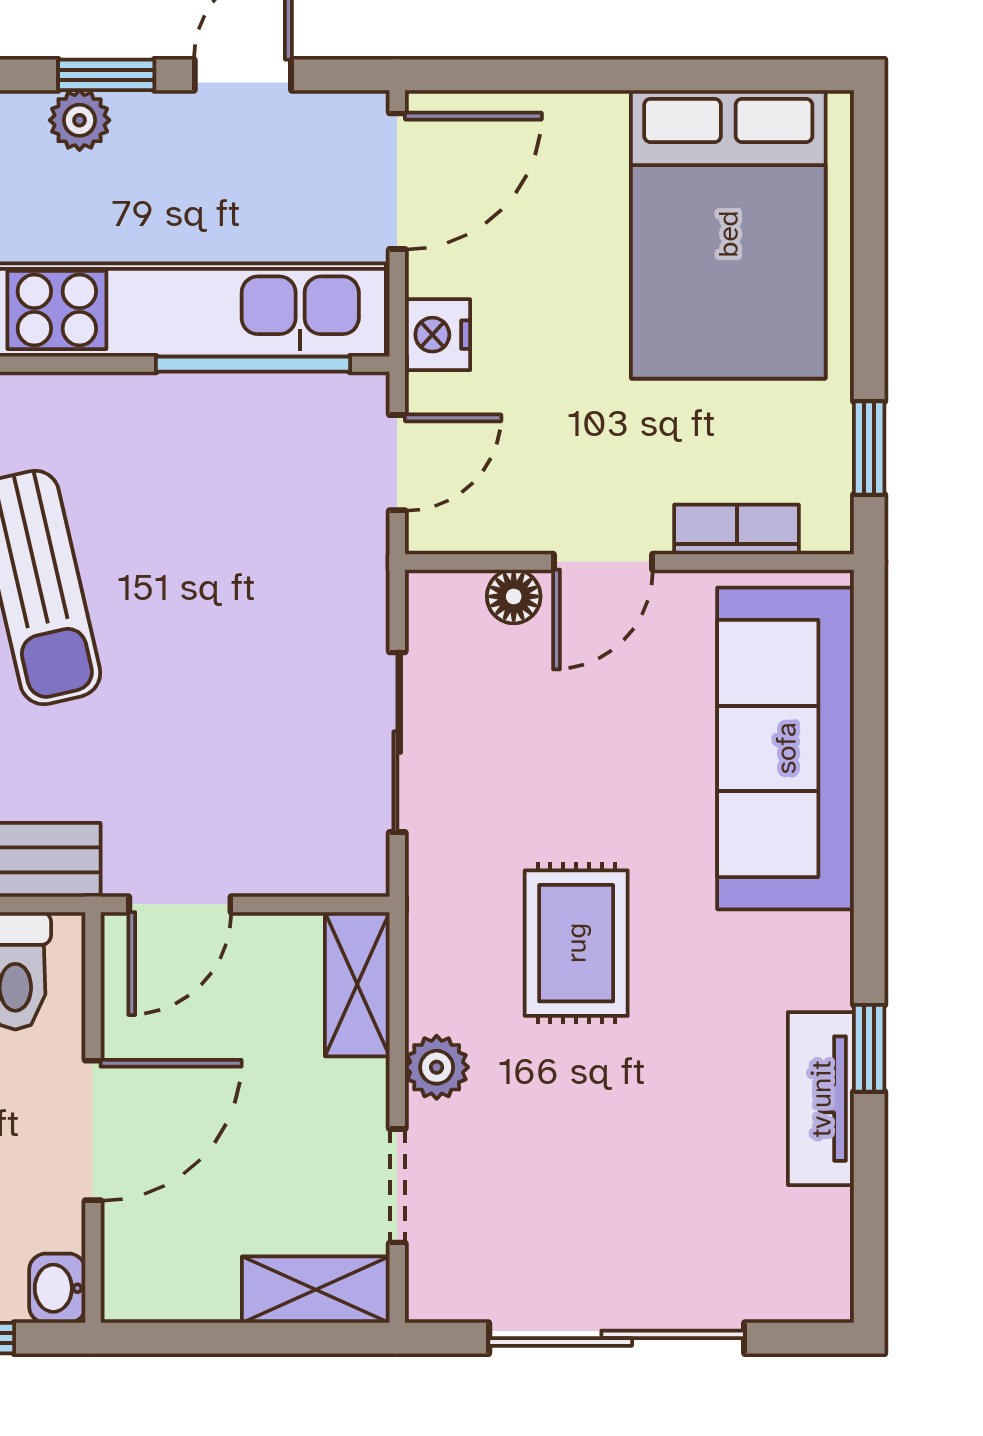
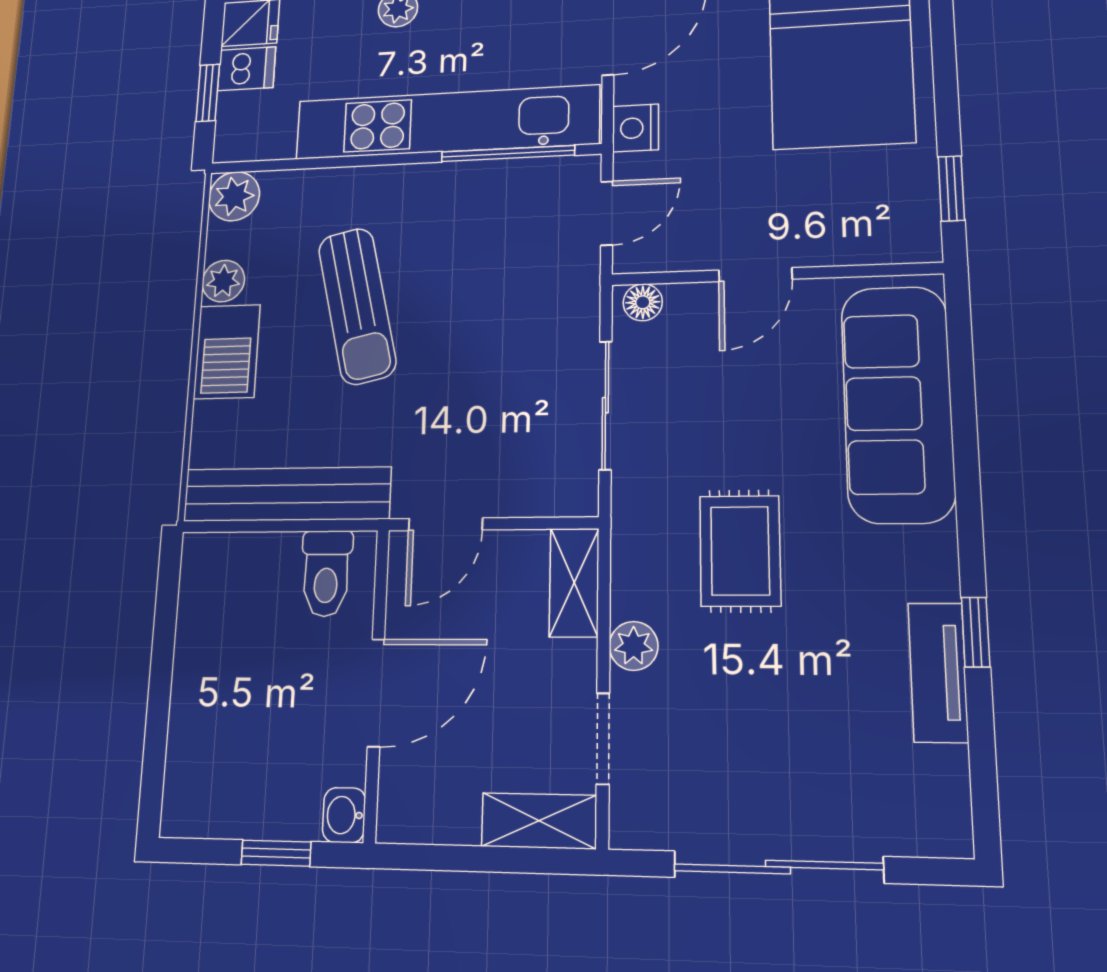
bookcase: (737, 529) -> (854, 249), removed
floor lamp: (514, 596) -> (643, 302), moved

